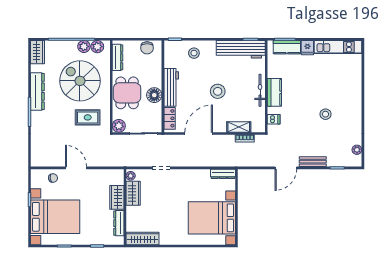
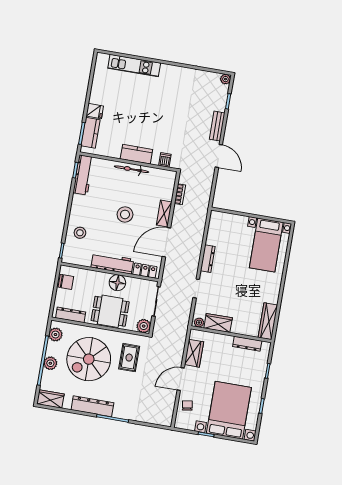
plant: (84, 46) -> (50, 363), moved
kitchen unit: (338, 47) -> (134, 66), moved, turned 90
workbench: (241, 49) -> (83, 175), width x0.73, depth x0.76
stool: (325, 114) -> (169, 104), removed
shelving: (239, 127) -> (164, 214), moved
door: (199, 133) -> (166, 242), hinge flipped
plant: (357, 150) -> (225, 79), moved
dresser: (223, 174) -> (208, 259), moved
wardrobe: (117, 197) -> (194, 353), moved, turned -90
bed with nightstands: (212, 218) -> (266, 245), width x0.73

